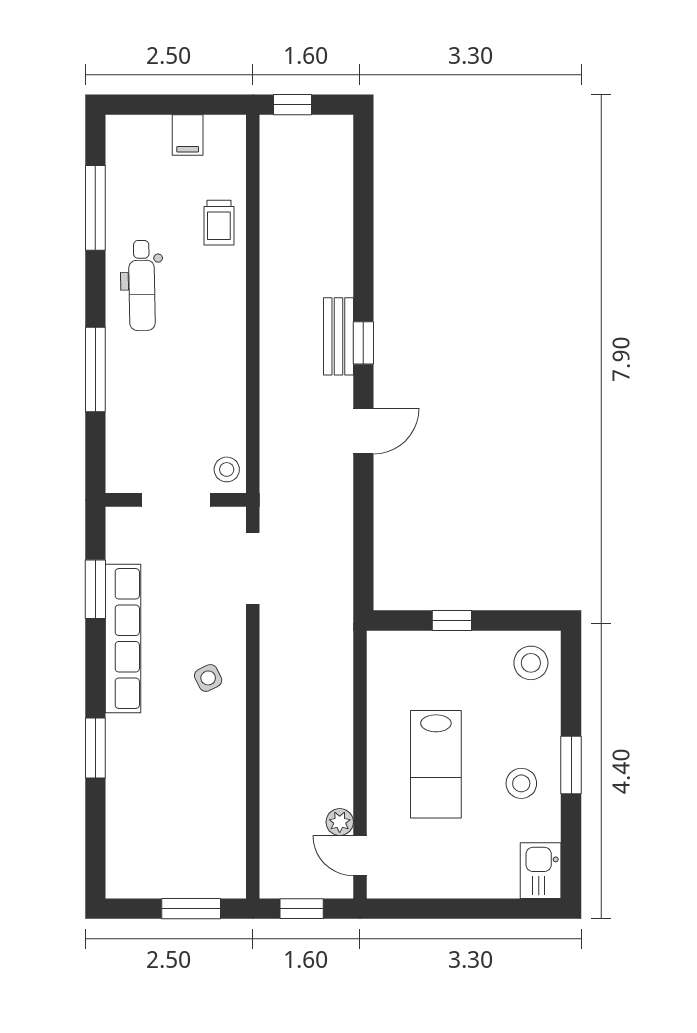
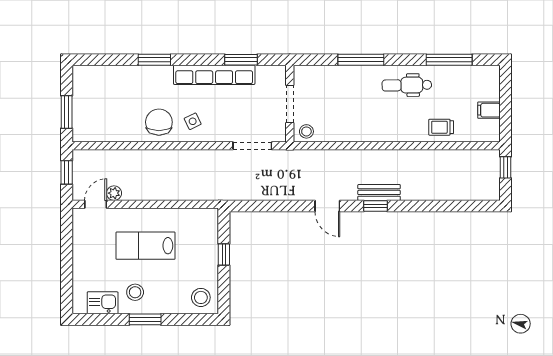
chair: (210, 740) -> (159, 122), added
kitchen sink: (541, 871) -> (103, 303), moved

